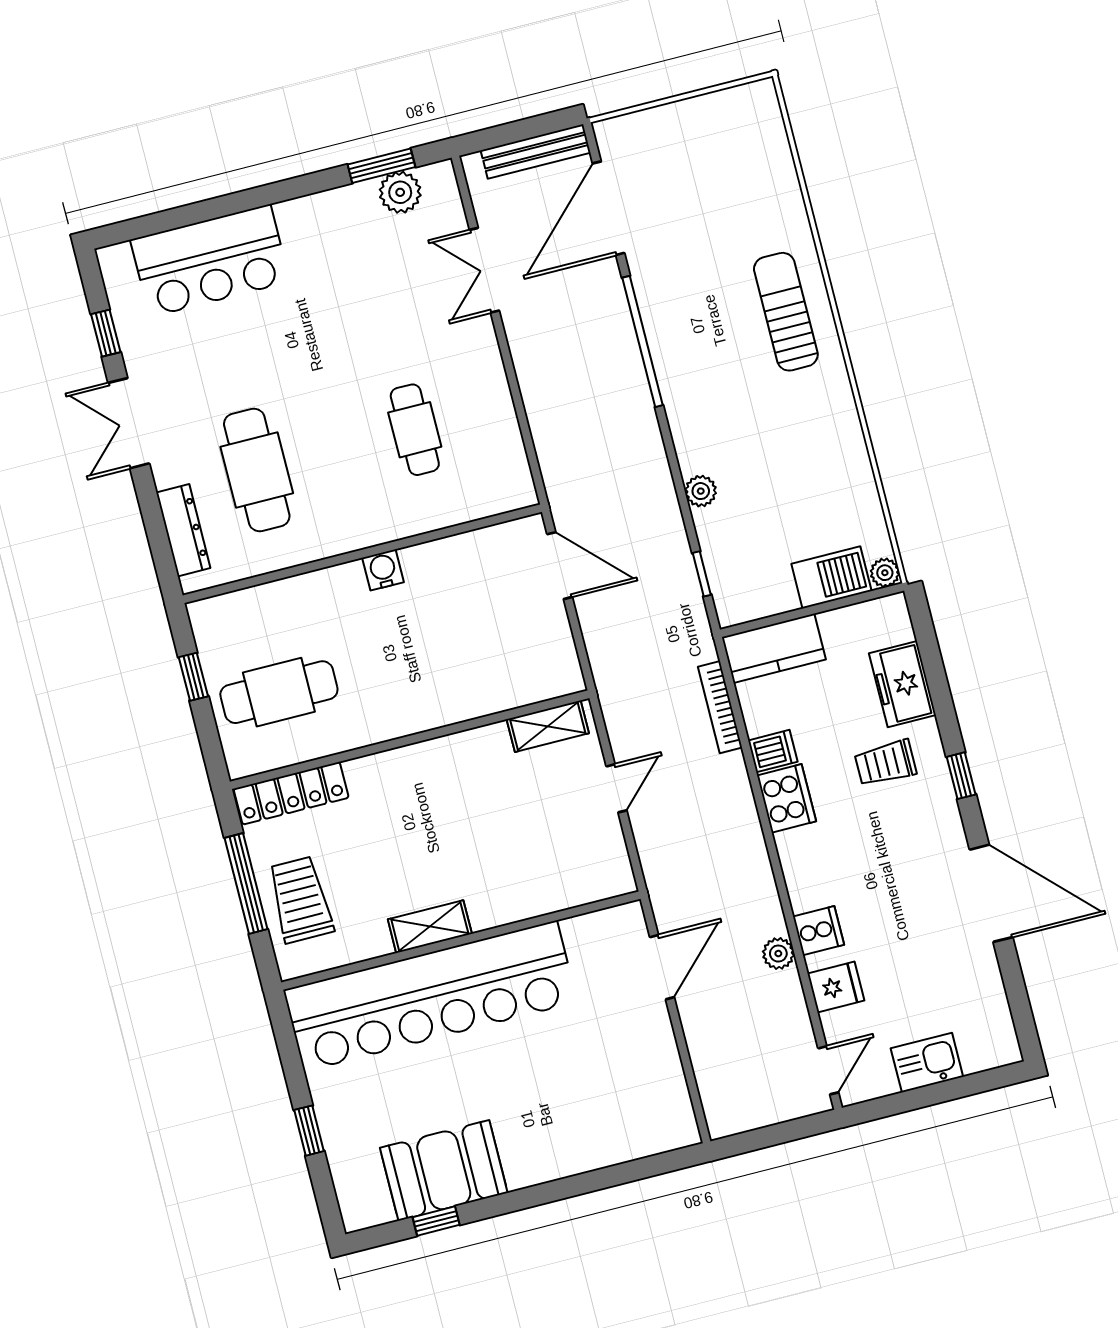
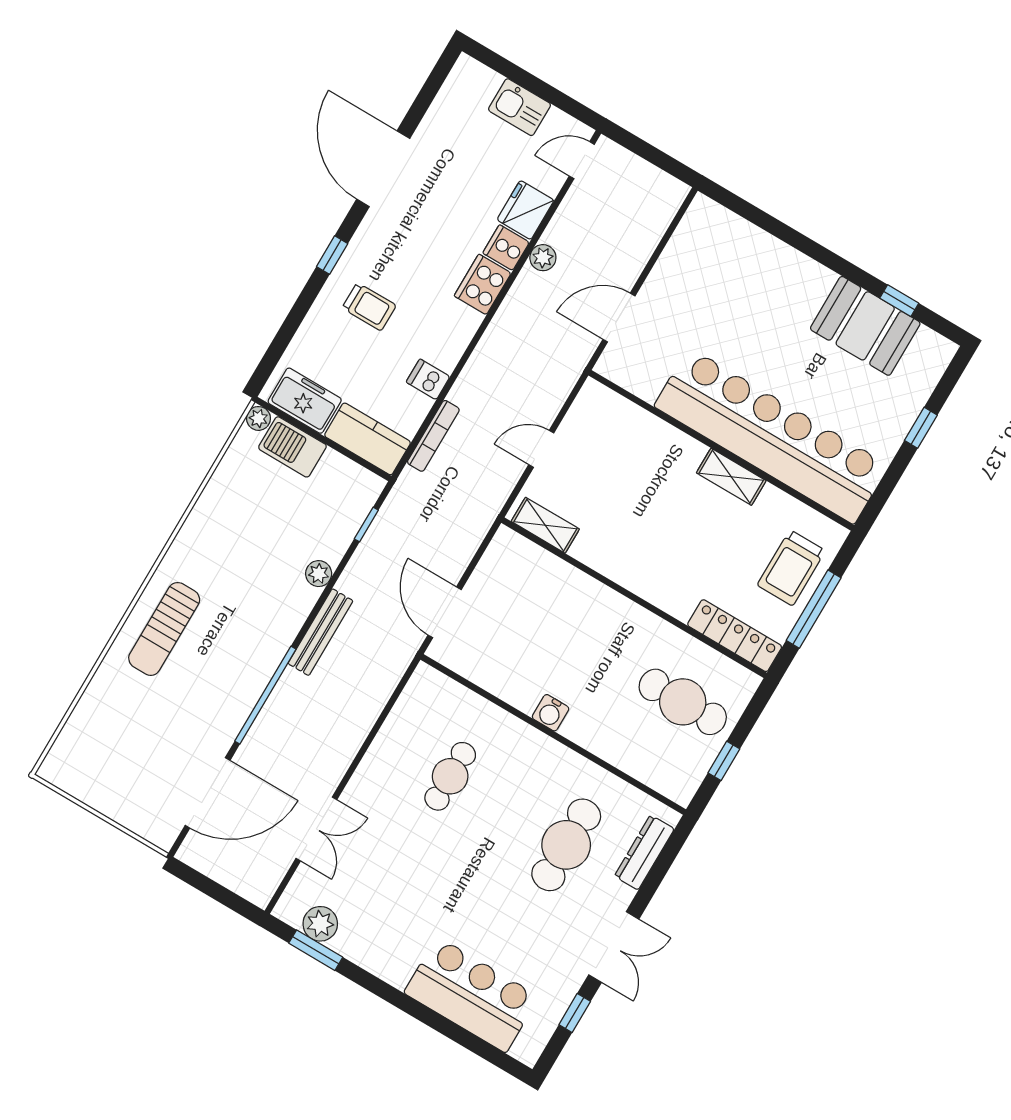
bench: (536, 152) -> (320, 632), moved, turned 90
freezer: (902, 684) -> (305, 401), moved, turned -90
cooker: (787, 798) -> (483, 284), moved
fridge: (836, 987) -> (526, 210), width x1.38

